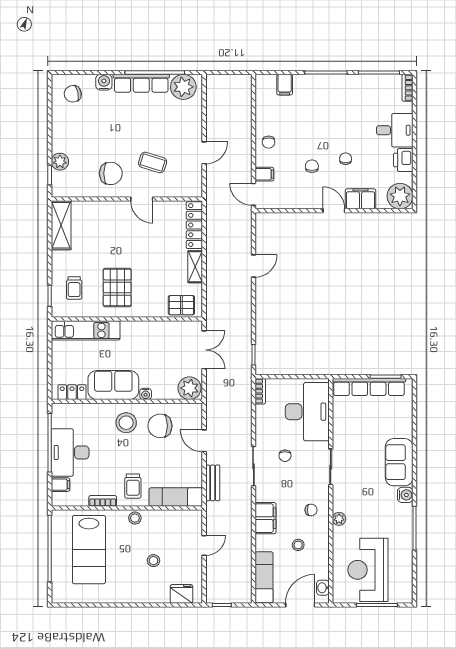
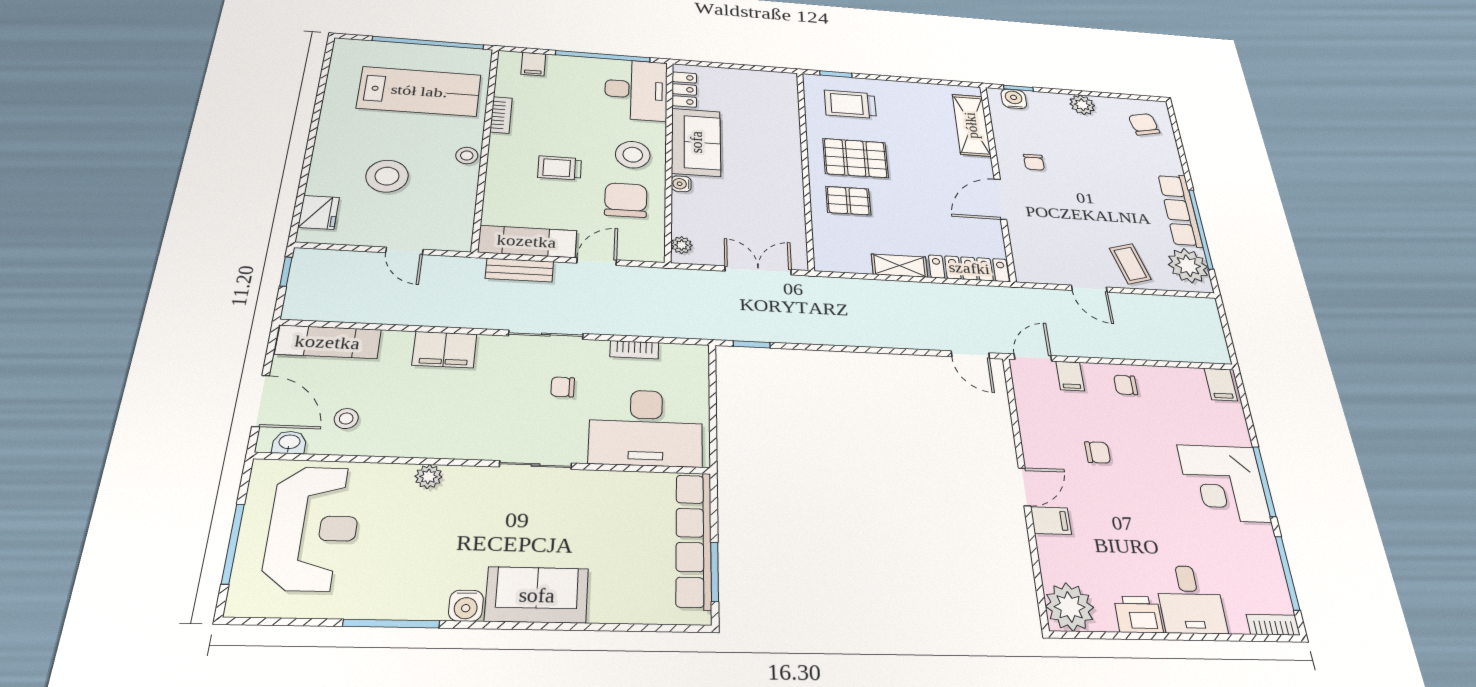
water cooler: (104, 82) -> (1014, 99), moved, turned -90
filing cabinet: (285, 85) -> (1221, 384), moved, turned -90
corner desk: (328, 97) -> (1224, 483), added
chair: (346, 159) -> (1121, 510), removed
plant: (60, 162) -> (1082, 105), moved
coffee table: (153, 163) -> (1130, 264), moved, turned -33
chair: (111, 173) -> (1034, 162), width x0.54, depth x0.54
door: (142, 199) -> (1000, 199), width x1.38
filing cabinet: (360, 199) -> (1051, 521), width x0.50
shelving: (61, 225) -> (971, 125), moved, turned 90
door: (253, 266) -> (970, 355), moved
trolley: (74, 288) -> (850, 104), width x1.36, depth x1.39
pallet: (181, 305) -> (848, 201), moved, turned 90
kitchen unit: (86, 330) -> (784, 113), removed
double door: (204, 350) -> (758, 270), swing flipped
plant: (189, 388) -> (682, 245), width x0.53, depth x0.53
bookcase: (260, 391) -> (634, 350), moved
desk: (70, 452) -> (636, 90), moved, turned 90
trolley: (133, 486) -> (560, 168), moved
exam couch: (176, 497) -> (527, 241), moved, turned -90
chair: (311, 510) -> (452, 427), removed
stool: (298, 545) -> (346, 419), moved
lab bench: (89, 550) -> (419, 91), turned 180
stool: (153, 561) -> (387, 176), width x1.89, depth x1.89
reception desk: (368, 570) -> (313, 528), turned 90

